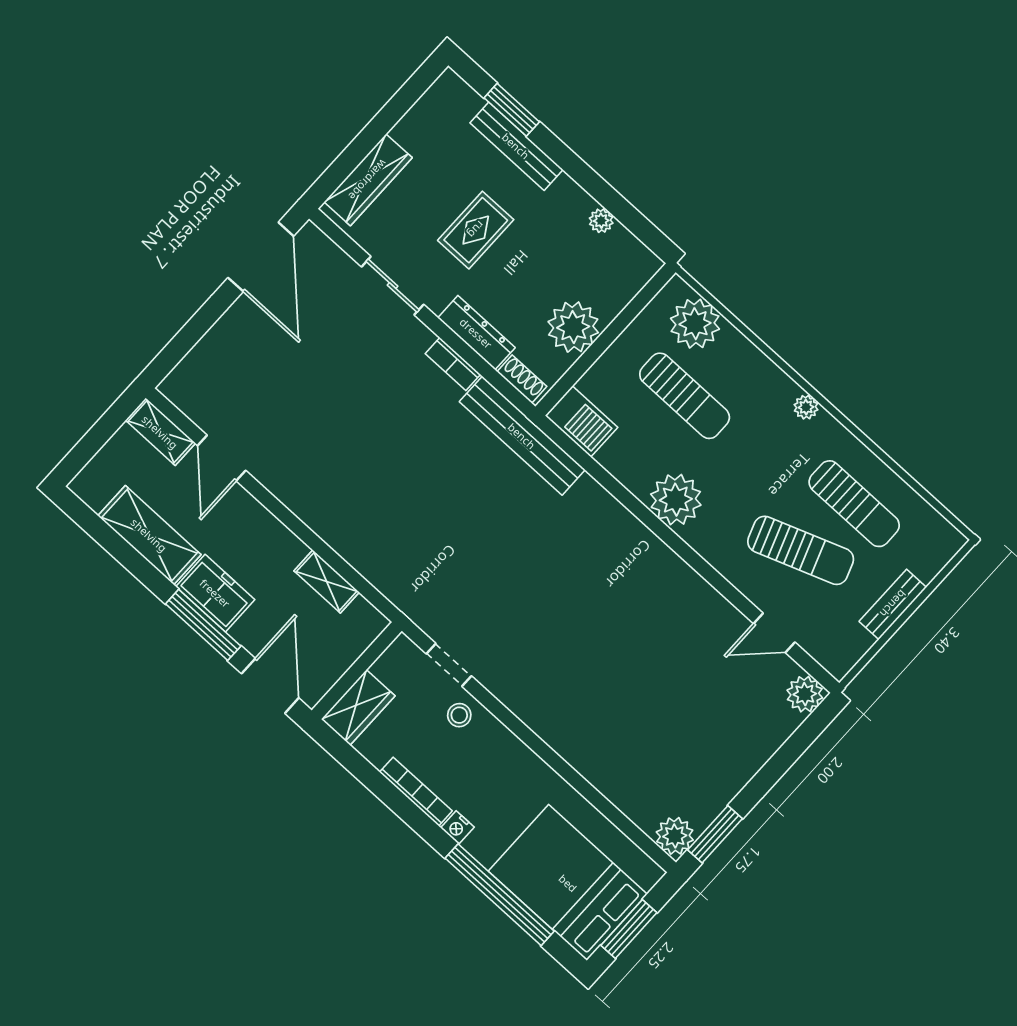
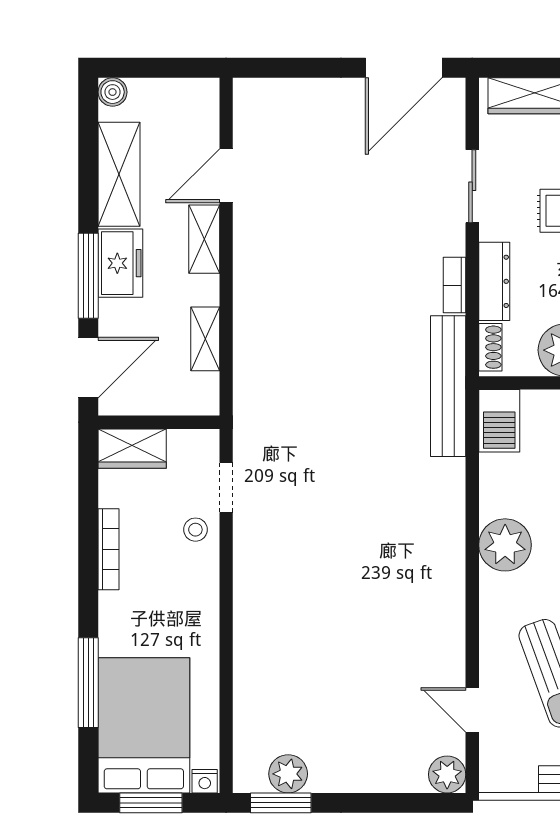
shelving: (160, 432) -> (204, 239), moved
boiler: (85, 485) -> (113, 92), added
nightstand: (457, 827) -> (205, 781), moved, turned -90
plant: (675, 836) -> (288, 774), moved
window: (500, 895) -> (88, 683), width x0.68

